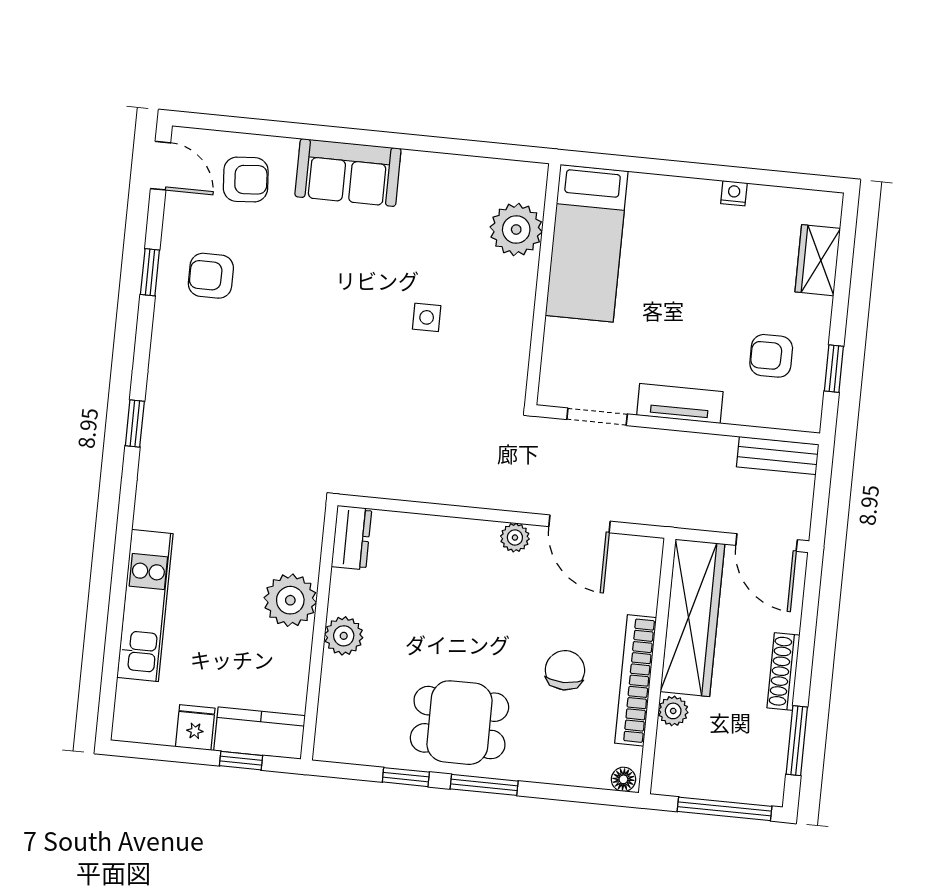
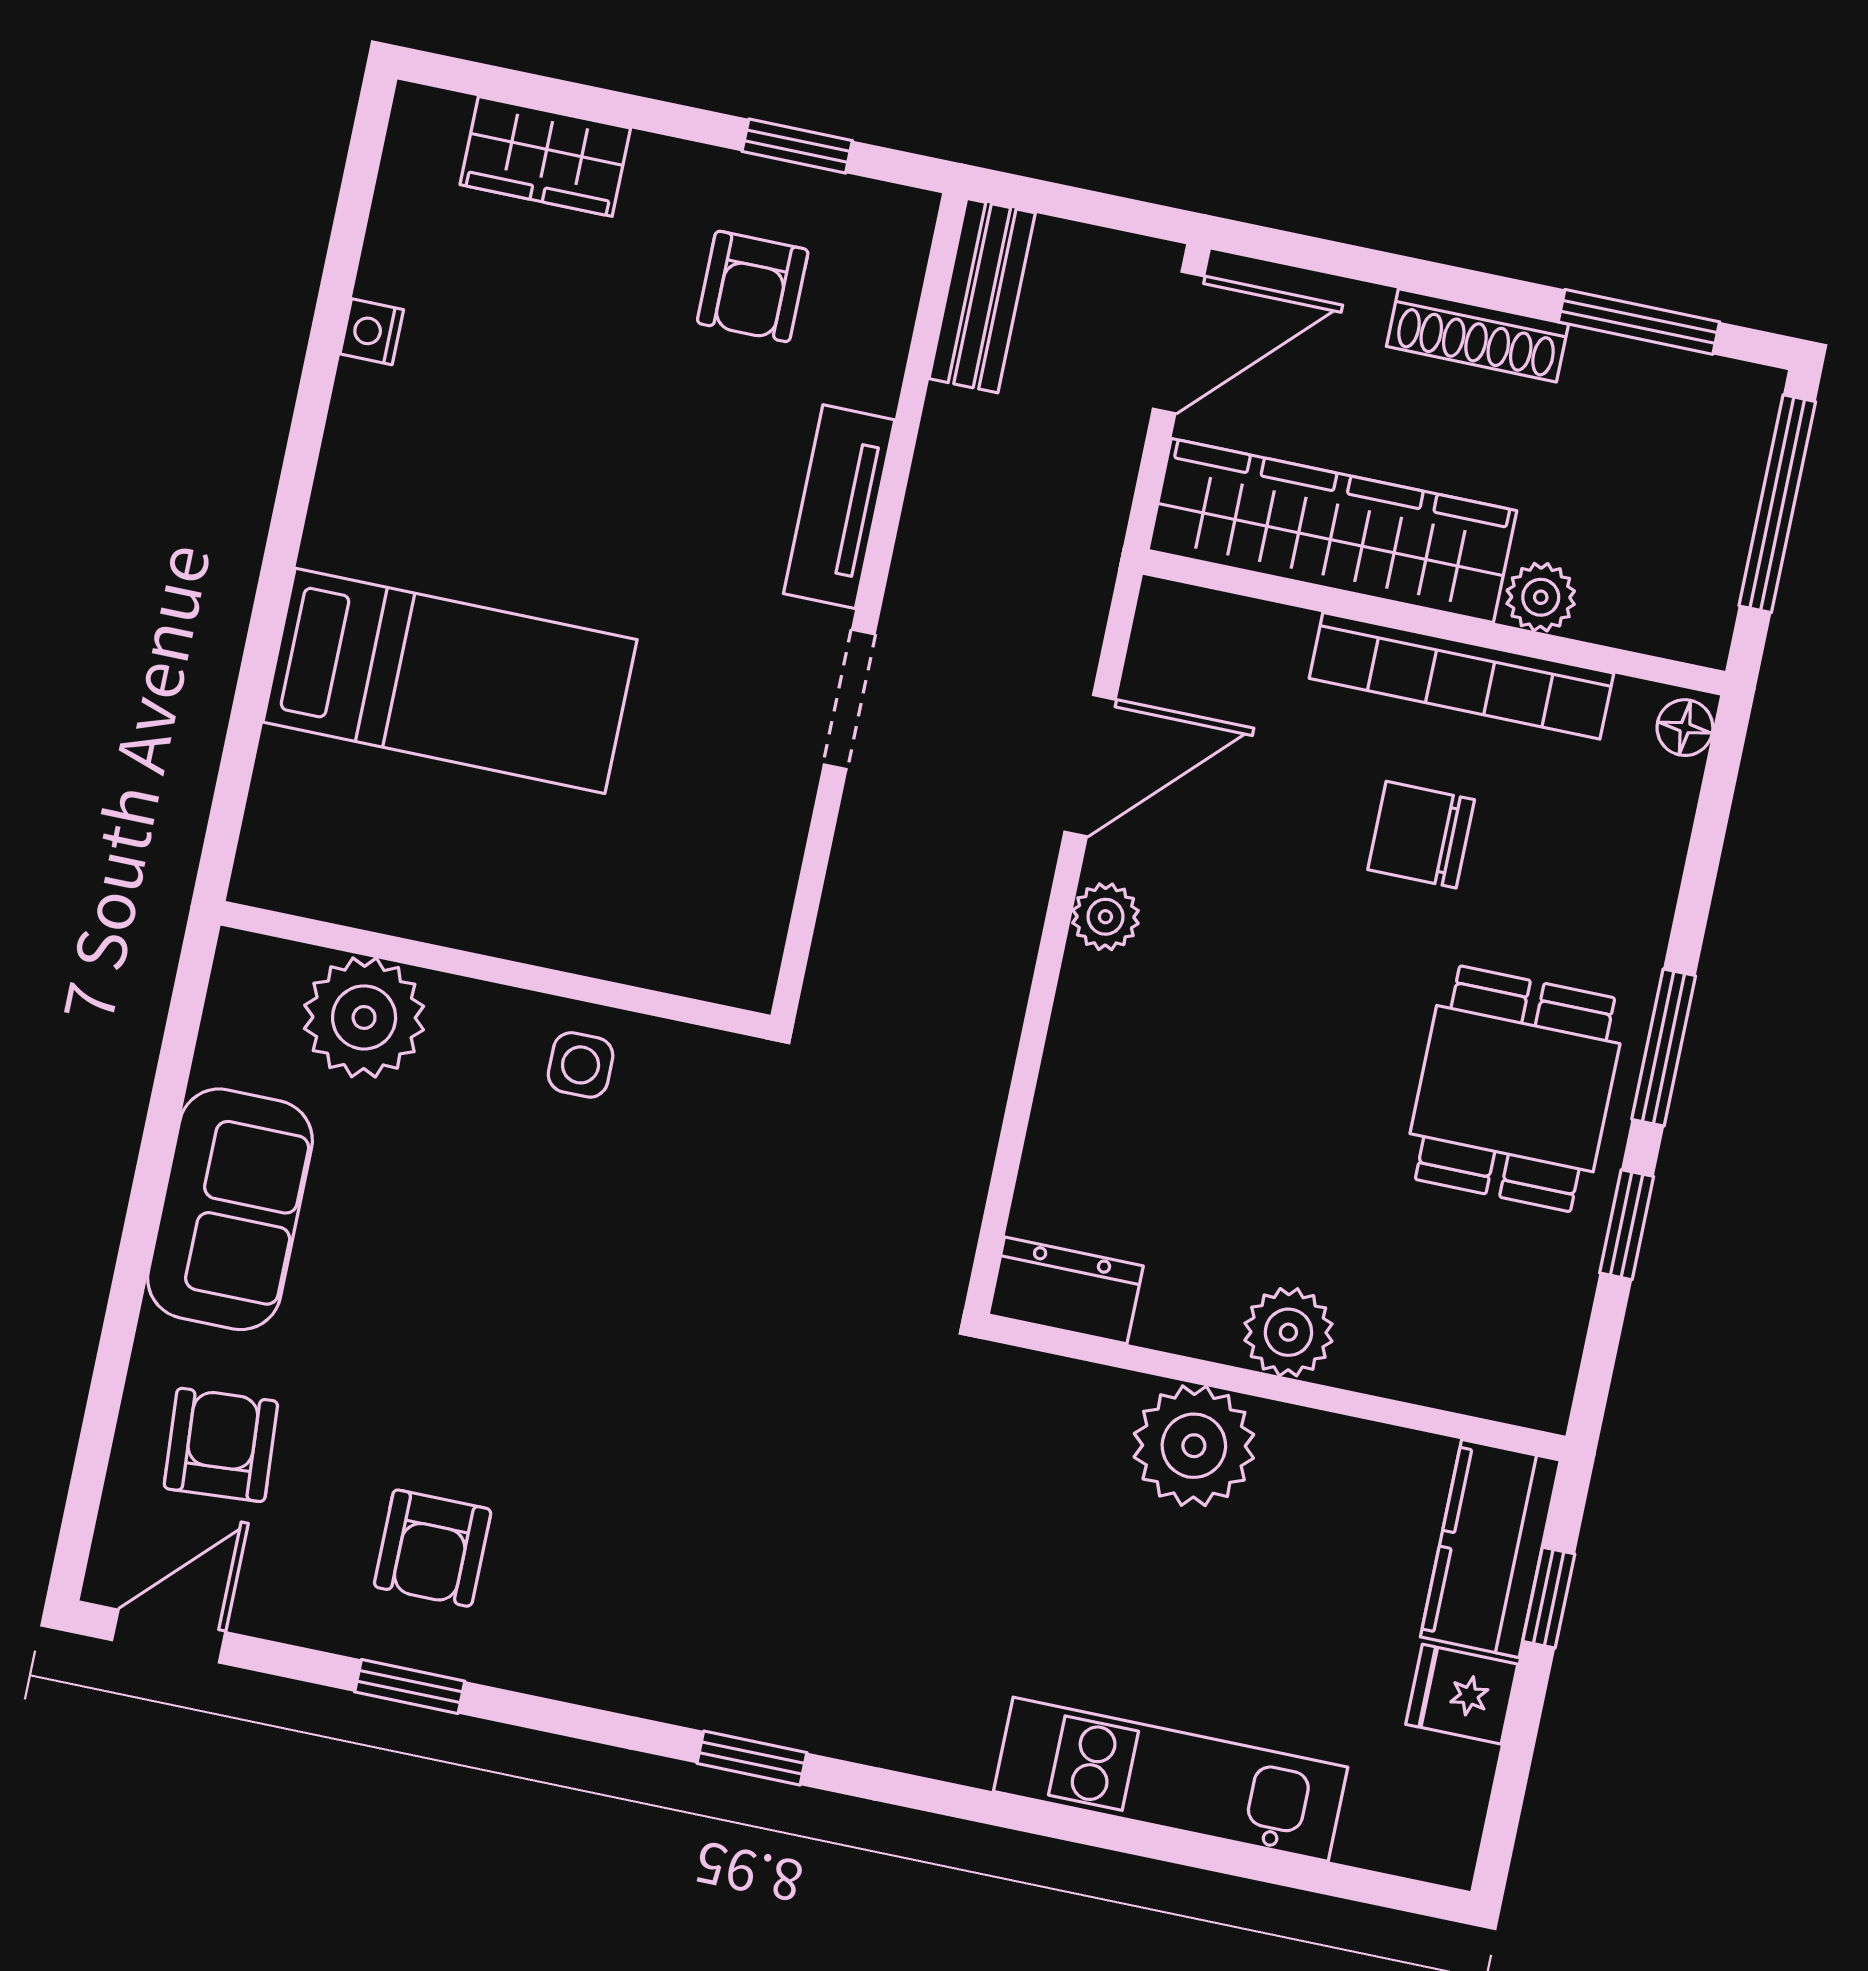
plant: (516, 230) -> (364, 1017), moved
wall: (543, 284) -> (496, 970), moved

